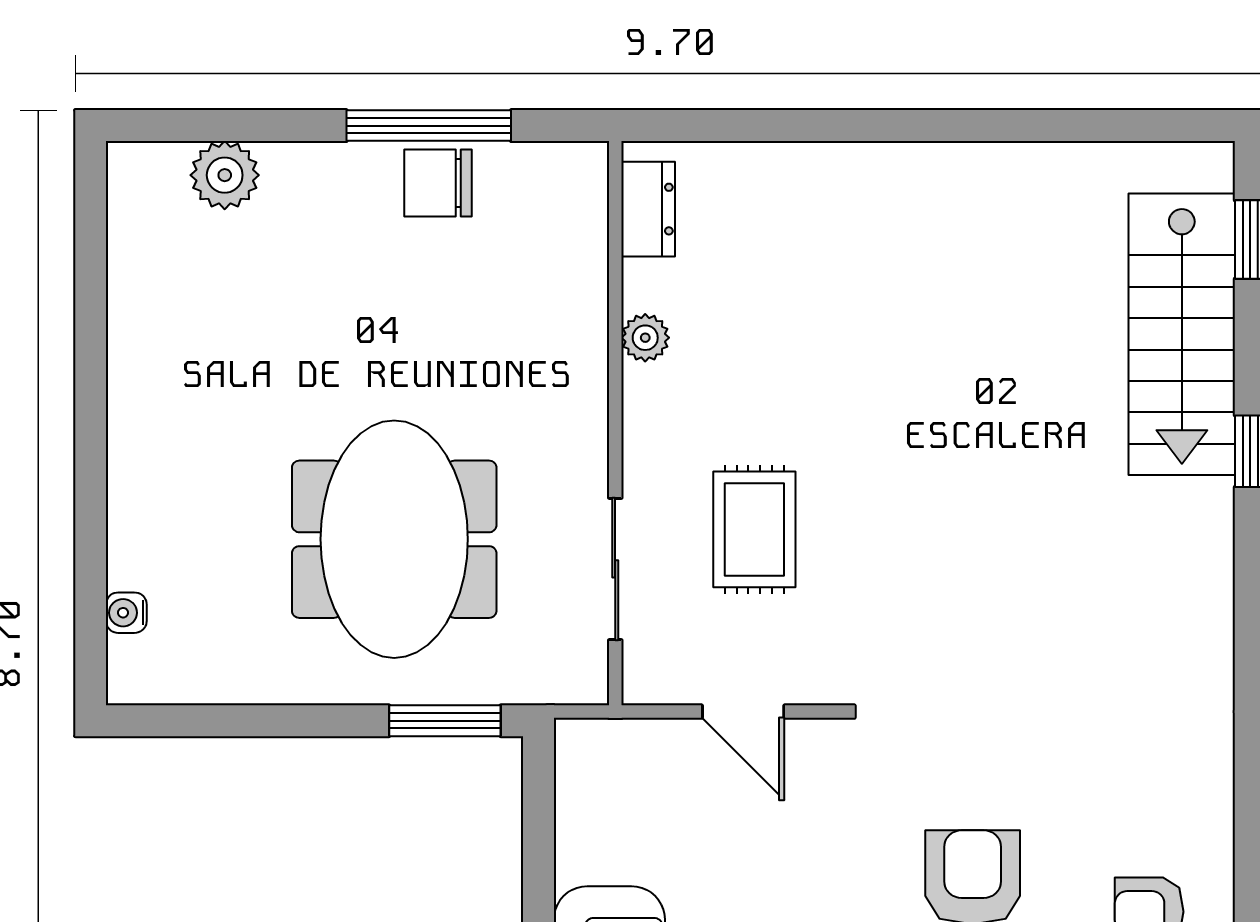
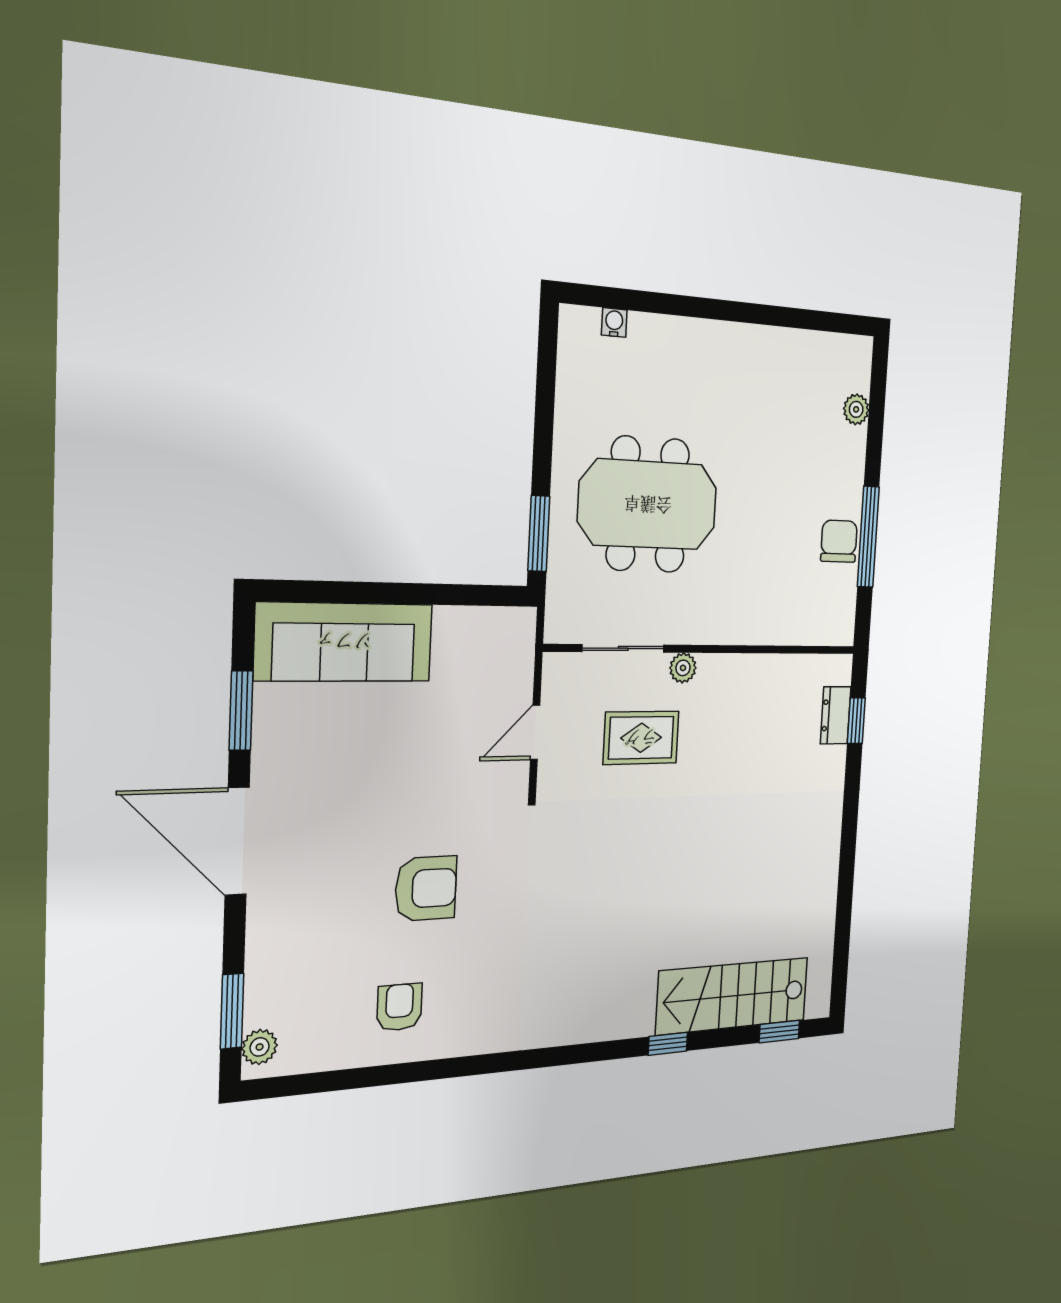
window: (733, 126) -> (856, 721), added
plant: (225, 175) -> (856, 409), width x0.73, depth x0.73
dresser: (648, 209) -> (836, 715), moved, turned 90
plant: (645, 338) -> (683, 668), moved

